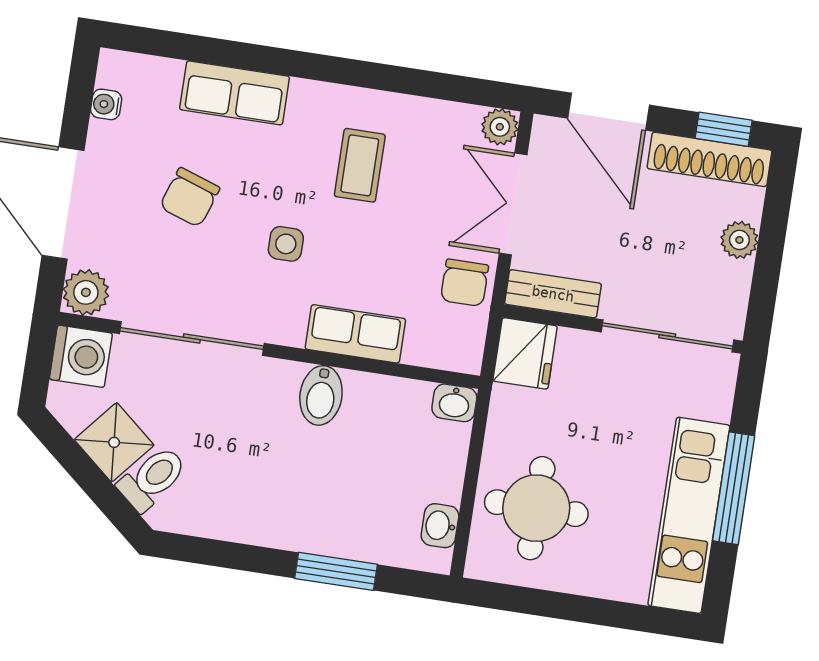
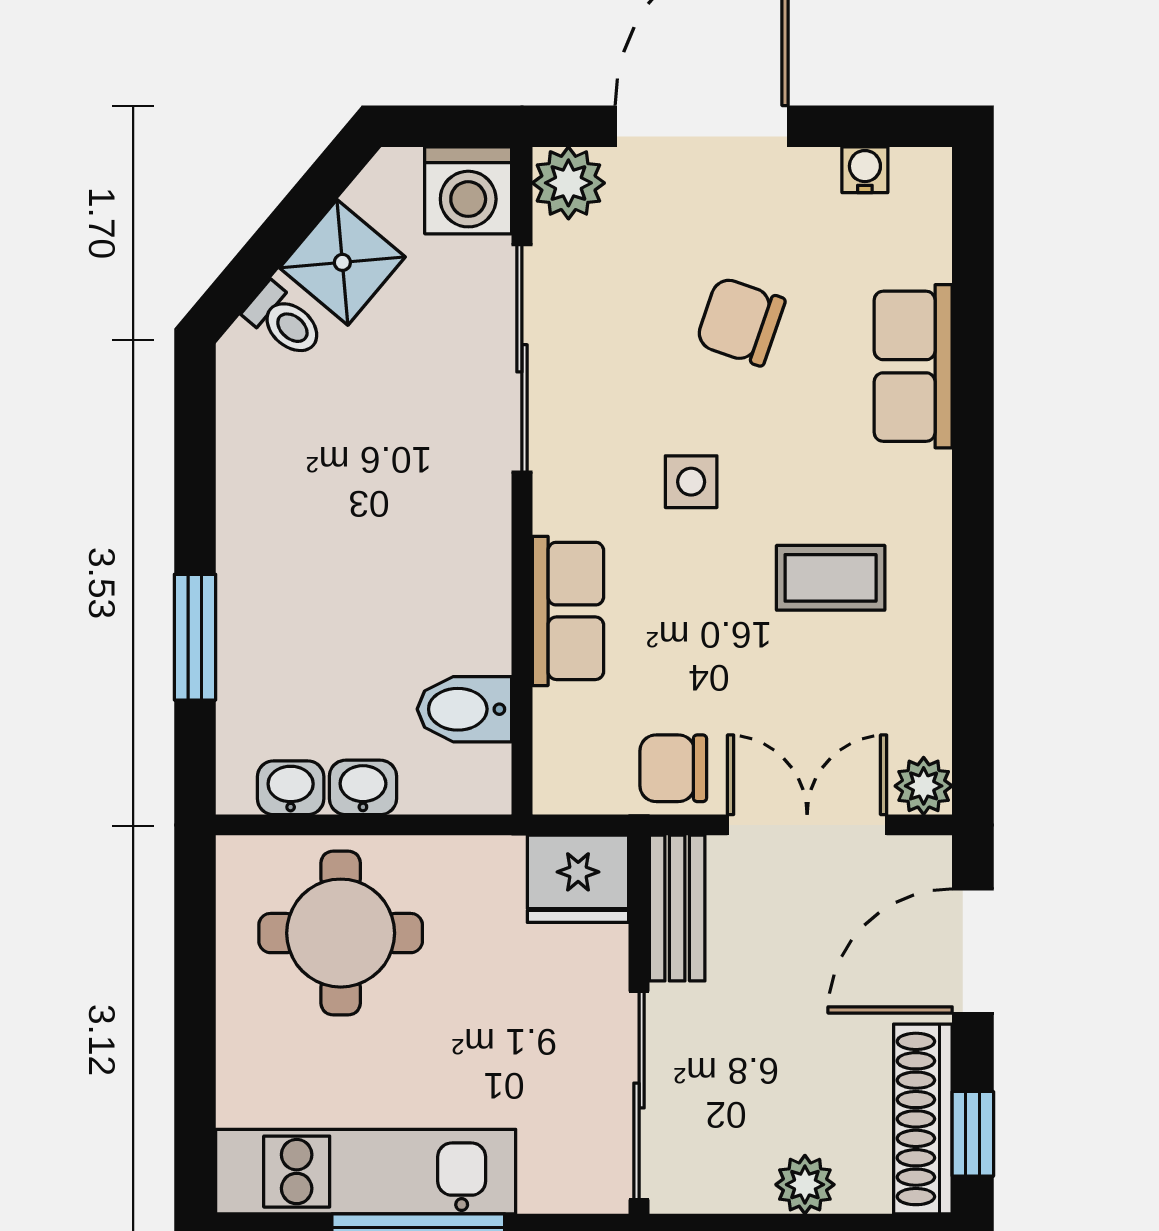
bidet: (321, 395) -> (464, 709), moved
washbasin: (454, 403) -> (363, 787), moved, turned 90
toilet: (152, 478) -> (284, 321), width x0.73, depth x0.72

